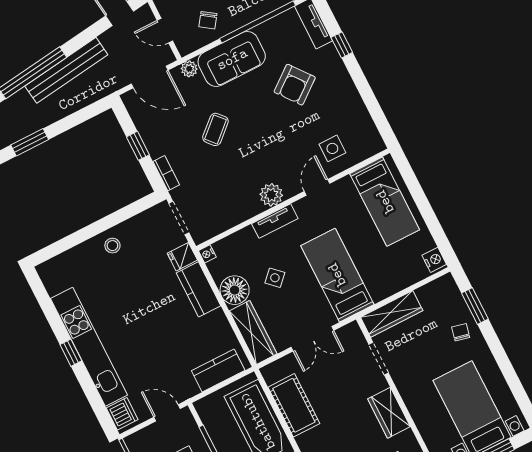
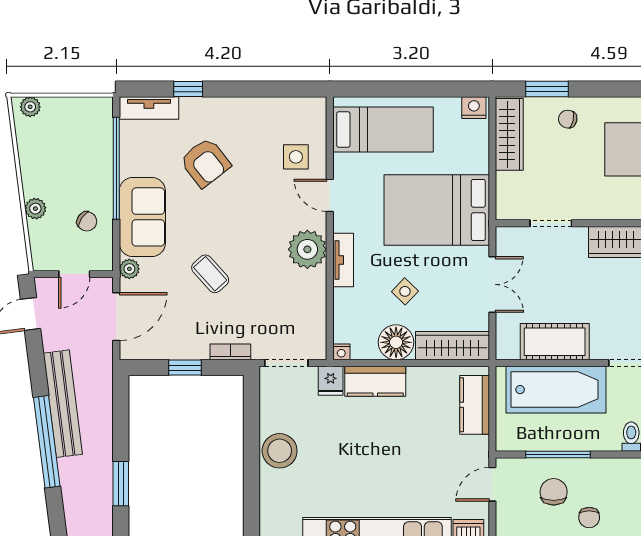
plant: (271, 195) -> (307, 249), width x1.36, depth x1.36
stool: (112, 246) -> (280, 451), width x1.89, depth x1.89
bed: (337, 275) -> (437, 210), width x1.50
wardrobe: (392, 314) -> (509, 134), moved

